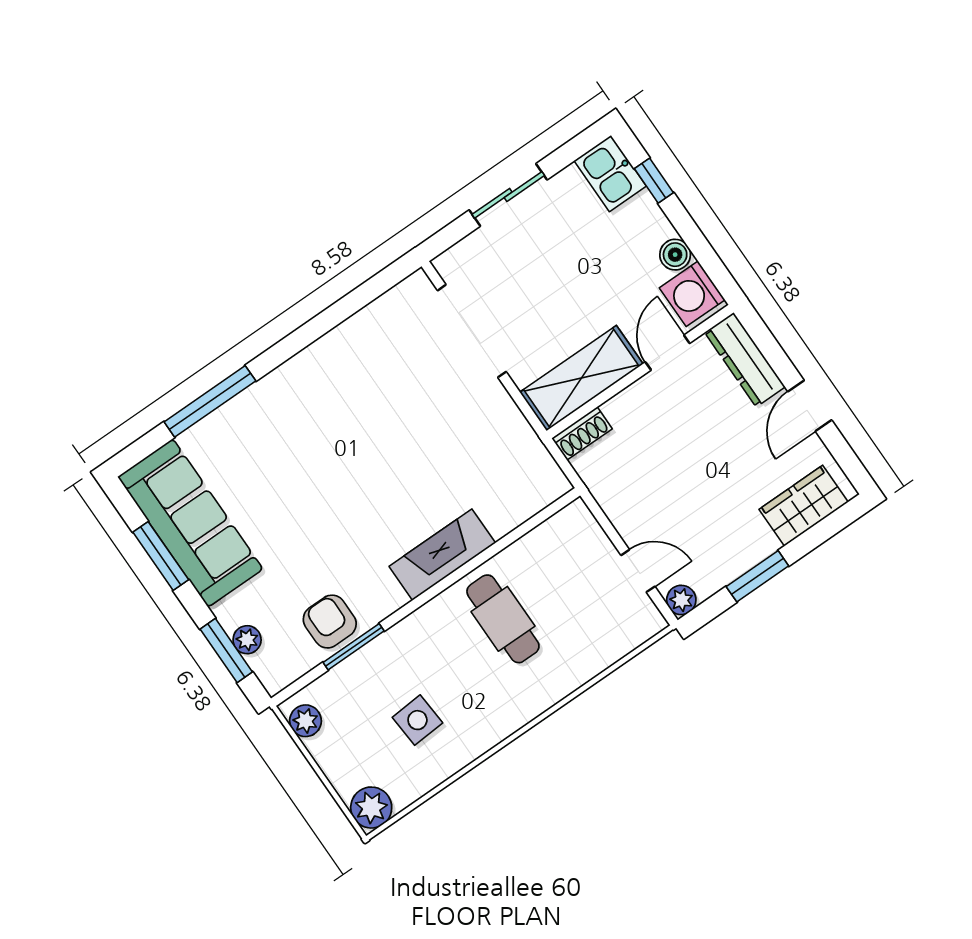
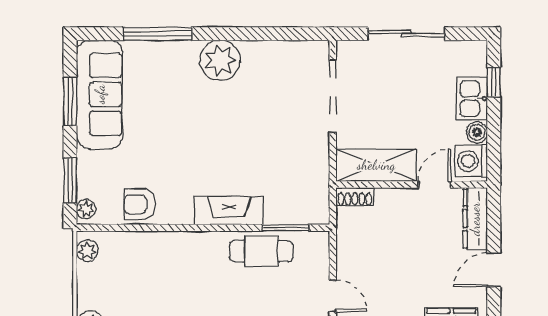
kitchen sink: (610, 173) -> (472, 99), moved
sliding door: (508, 195) -> (406, 34), width x1.37
plant: (307, 382) -> (220, 60), added
cafe table: (503, 619) -> (261, 251), moved, turned 90
armchair: (330, 622) -> (140, 204), turned -90
plant: (247, 640) -> (86, 209), moved
window: (354, 647) -> (286, 228), moved
side table: (417, 720) -> (151, 294), removed

